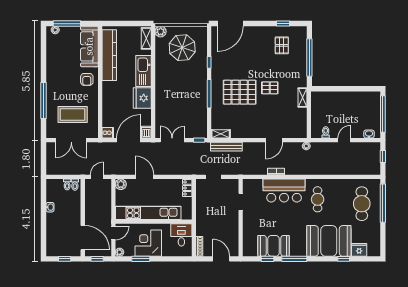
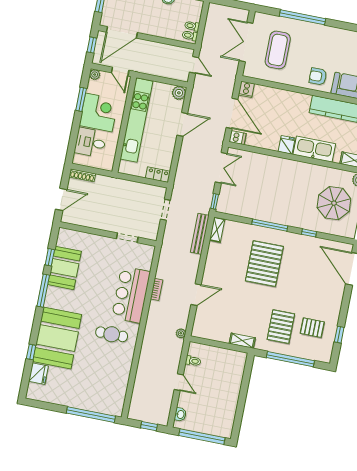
pallet: (270, 88) -> (281, 327), moved, width x1.50, depth x1.42
fridge: (142, 98) -> (287, 145), width x0.53, depth x0.75
door: (274, 140) -> (196, 295), swing flipped
cafe table: (362, 204) -> (95, 388), removed
desk: (181, 235) -> (90, 142), moved, turned 180

